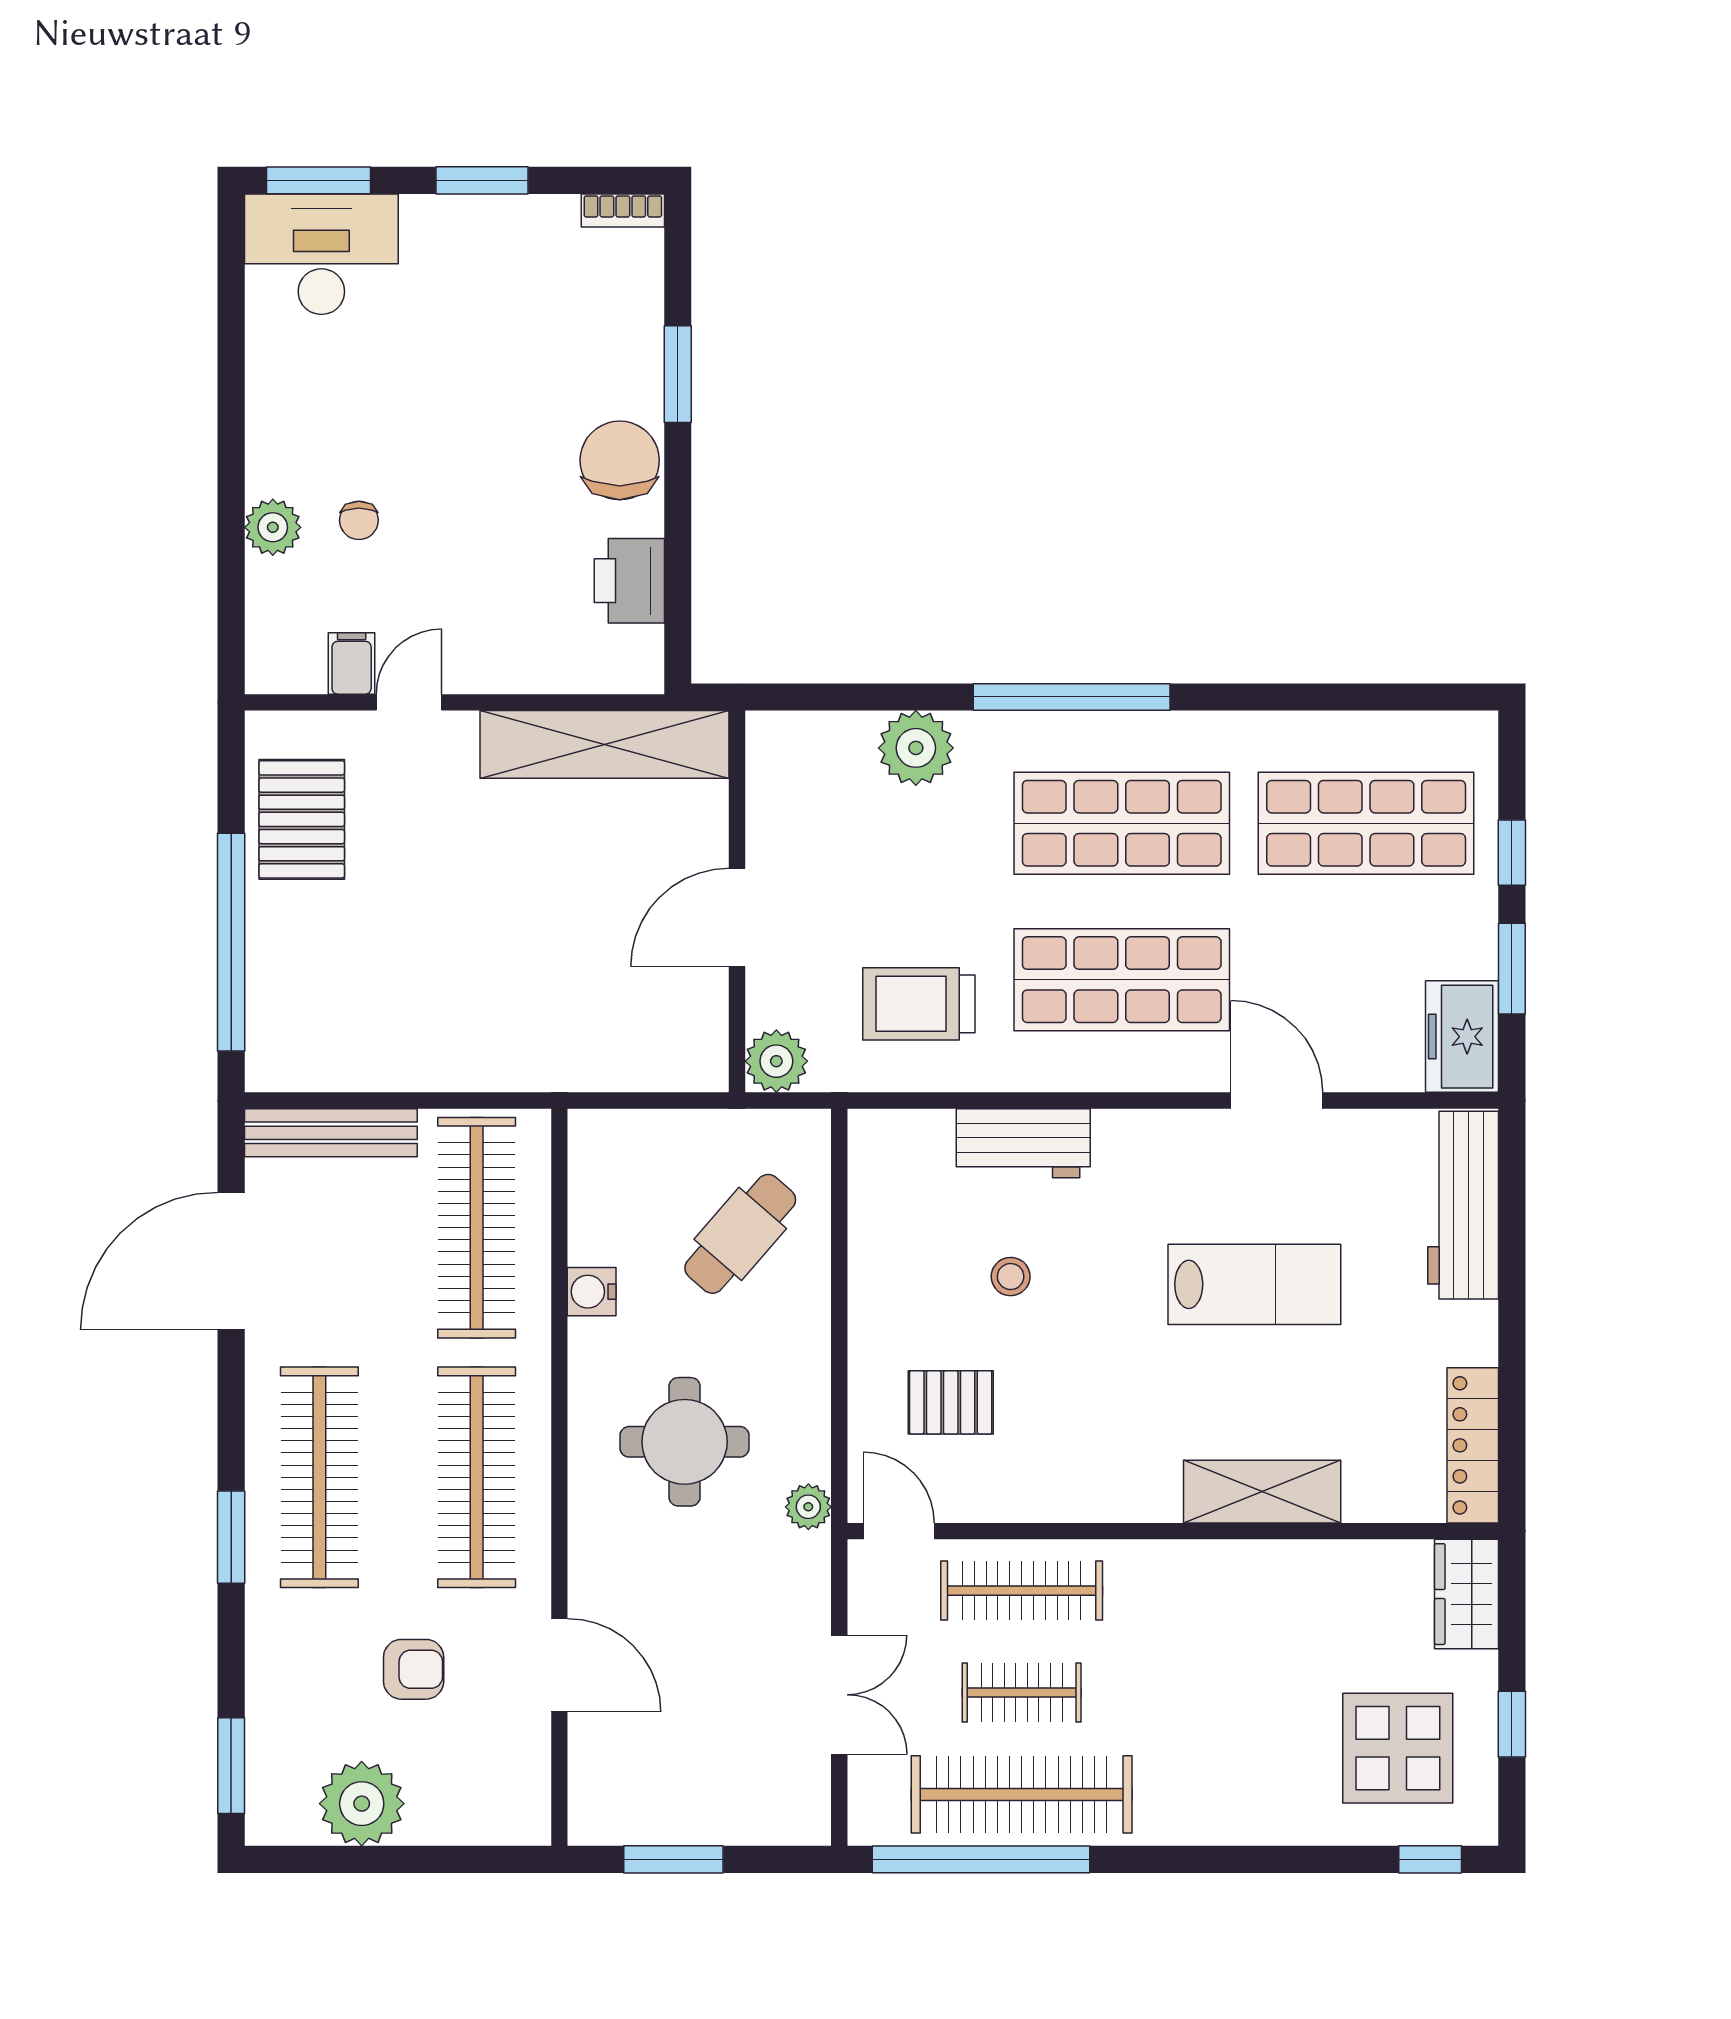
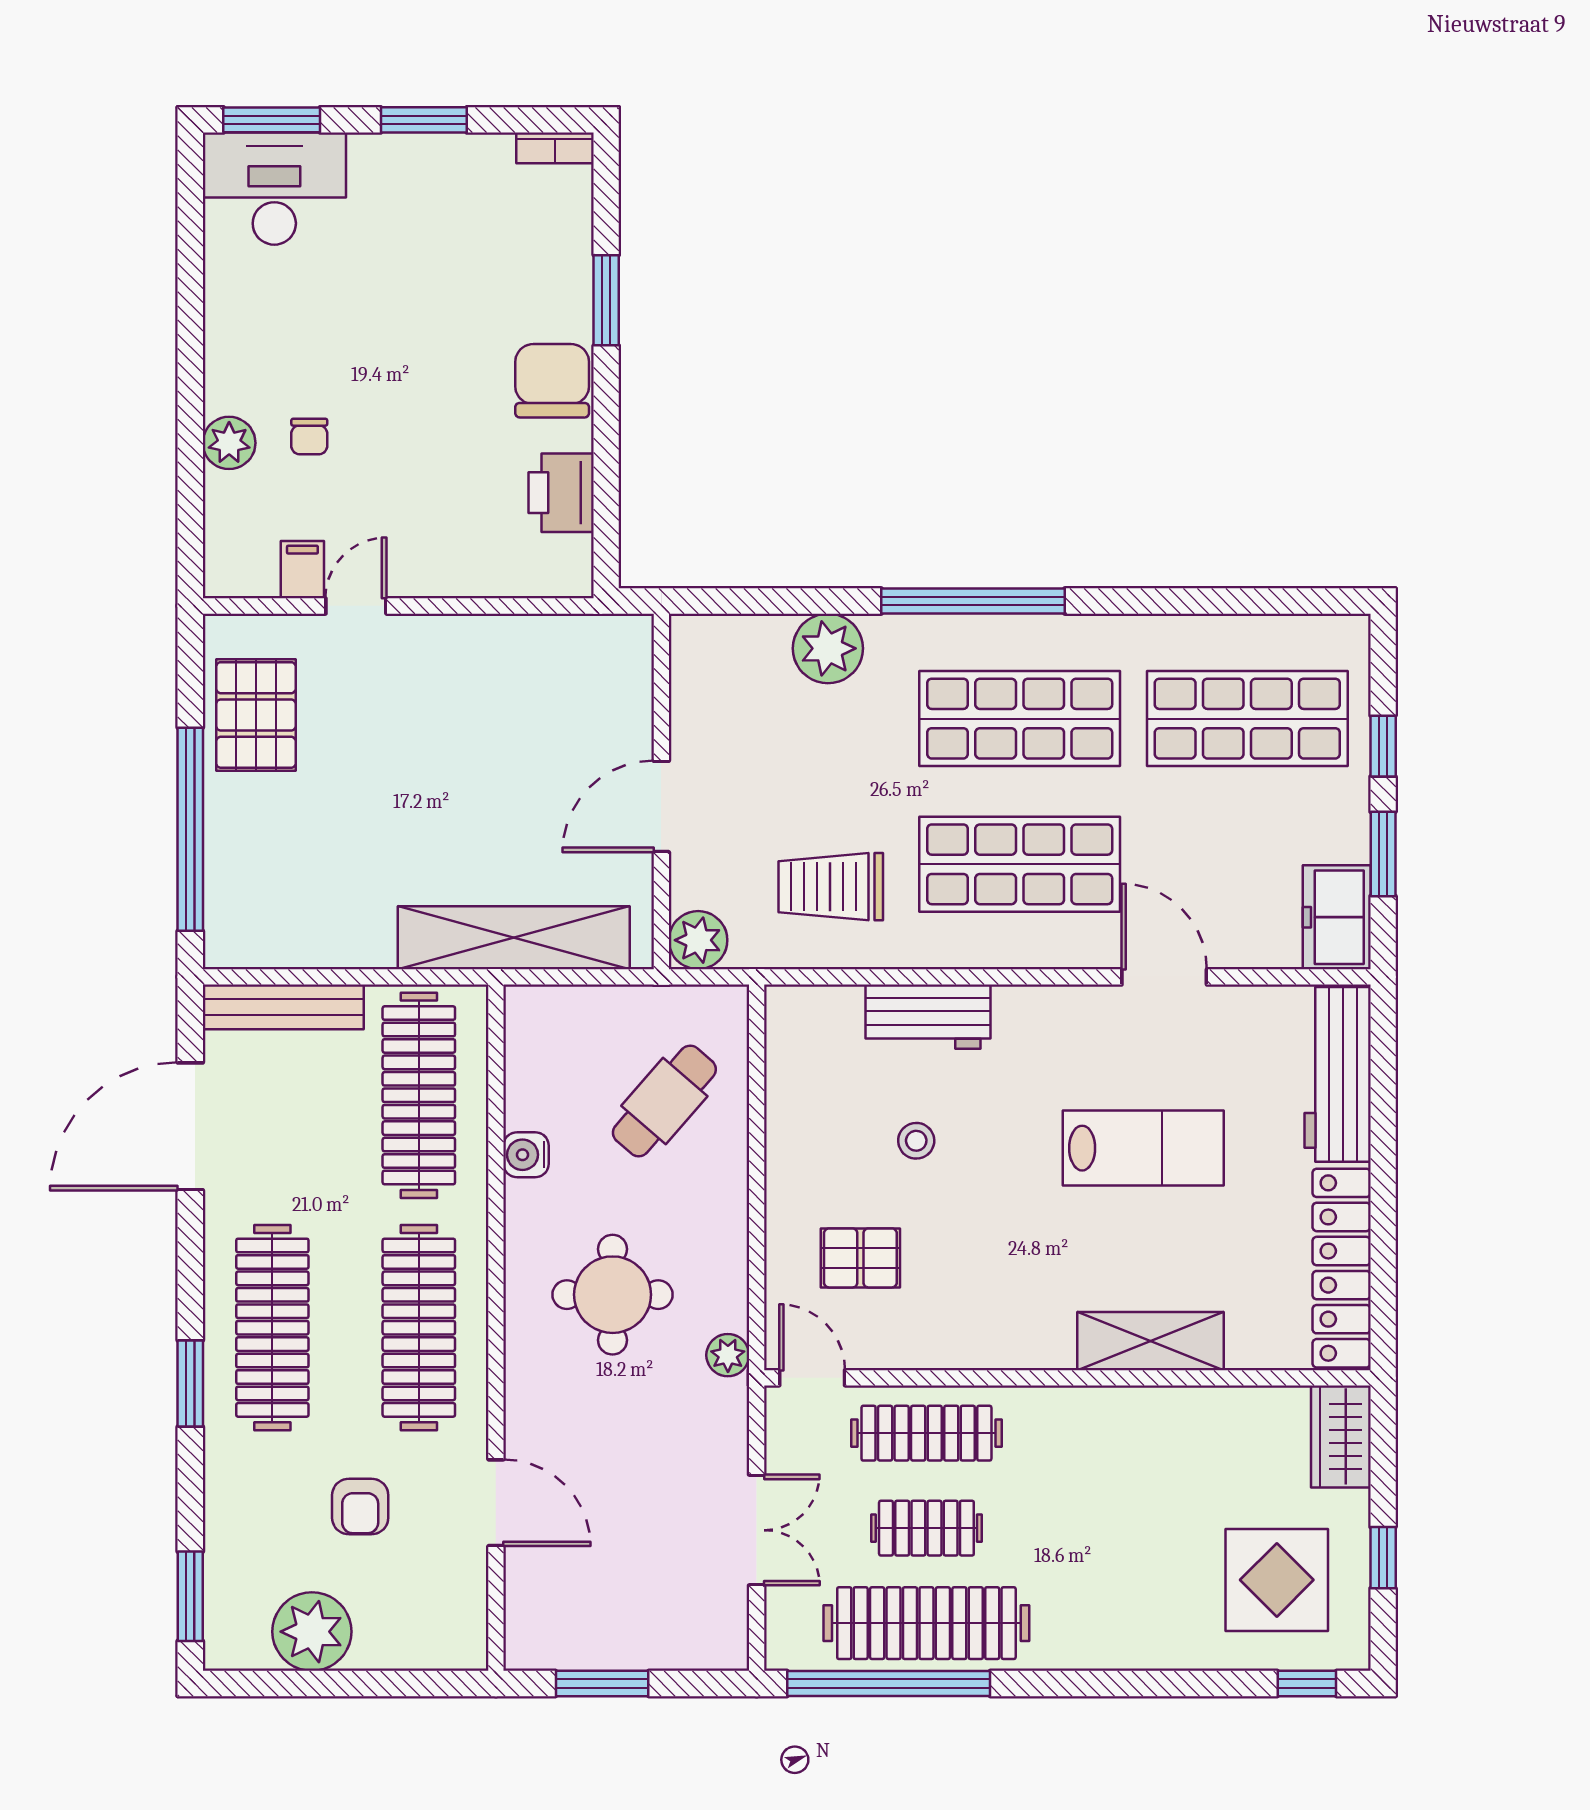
shelving: (604, 744) -> (514, 938), moved
locker: (1473, 1445) -> (1342, 1268), width x1.41, depth x1.21
armchair: (414, 1669) -> (360, 1507), turned 90

